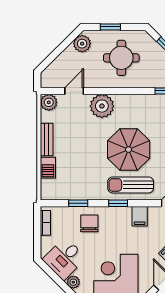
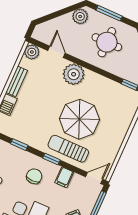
window: (110, 27) -> (109, 13), width x1.50
door: (74, 91) -> (57, 52), hinge flipped
chair: (89, 223) -> (34, 176), moved

